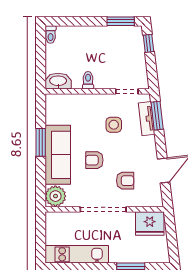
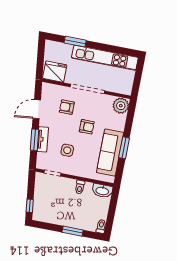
window: (121, 21) -> (73, 231), moved
window: (157, 116) -> (34, 140), moved
tv unit: (147, 119) -> (43, 139), moved
sofa: (58, 155) -> (110, 152), moved
kitchen unit: (77, 254) -> (105, 58), width x1.36

